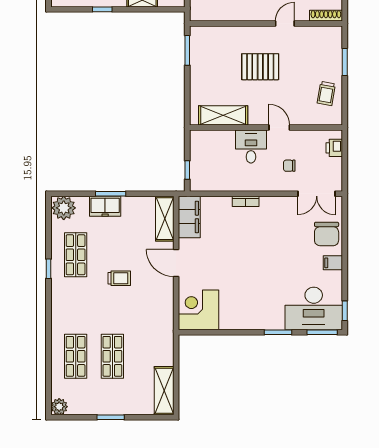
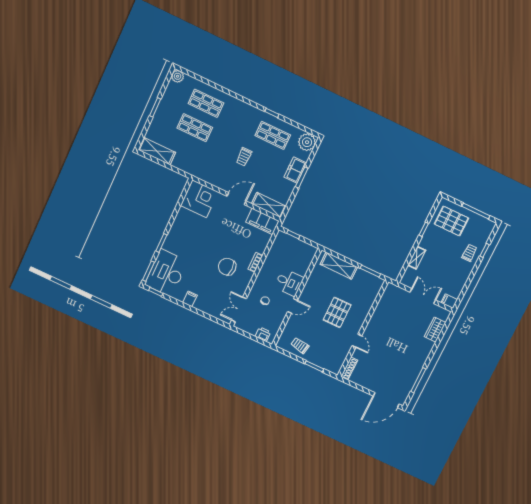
shelving: (223, 115) -> (339, 266), moved, turned 90
chair: (327, 234) -> (227, 267), moved

